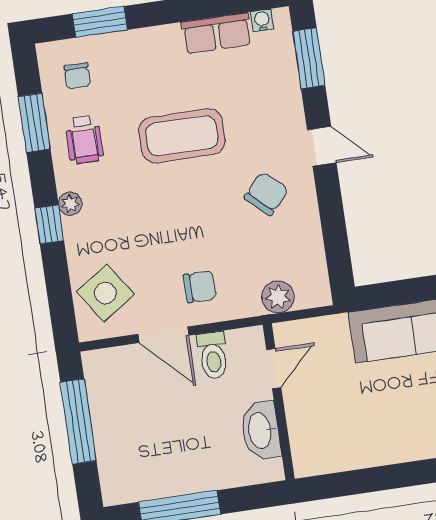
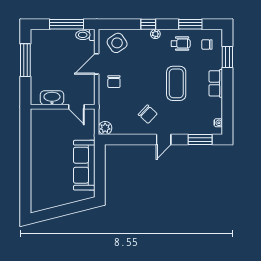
row of seats: (217, 33) -> (216, 83), moved
wheelchair: (84, 140) -> (181, 44), turned 180
plant: (278, 297) -> (105, 128), moved
toilet: (213, 355) -> (85, 35), moved

